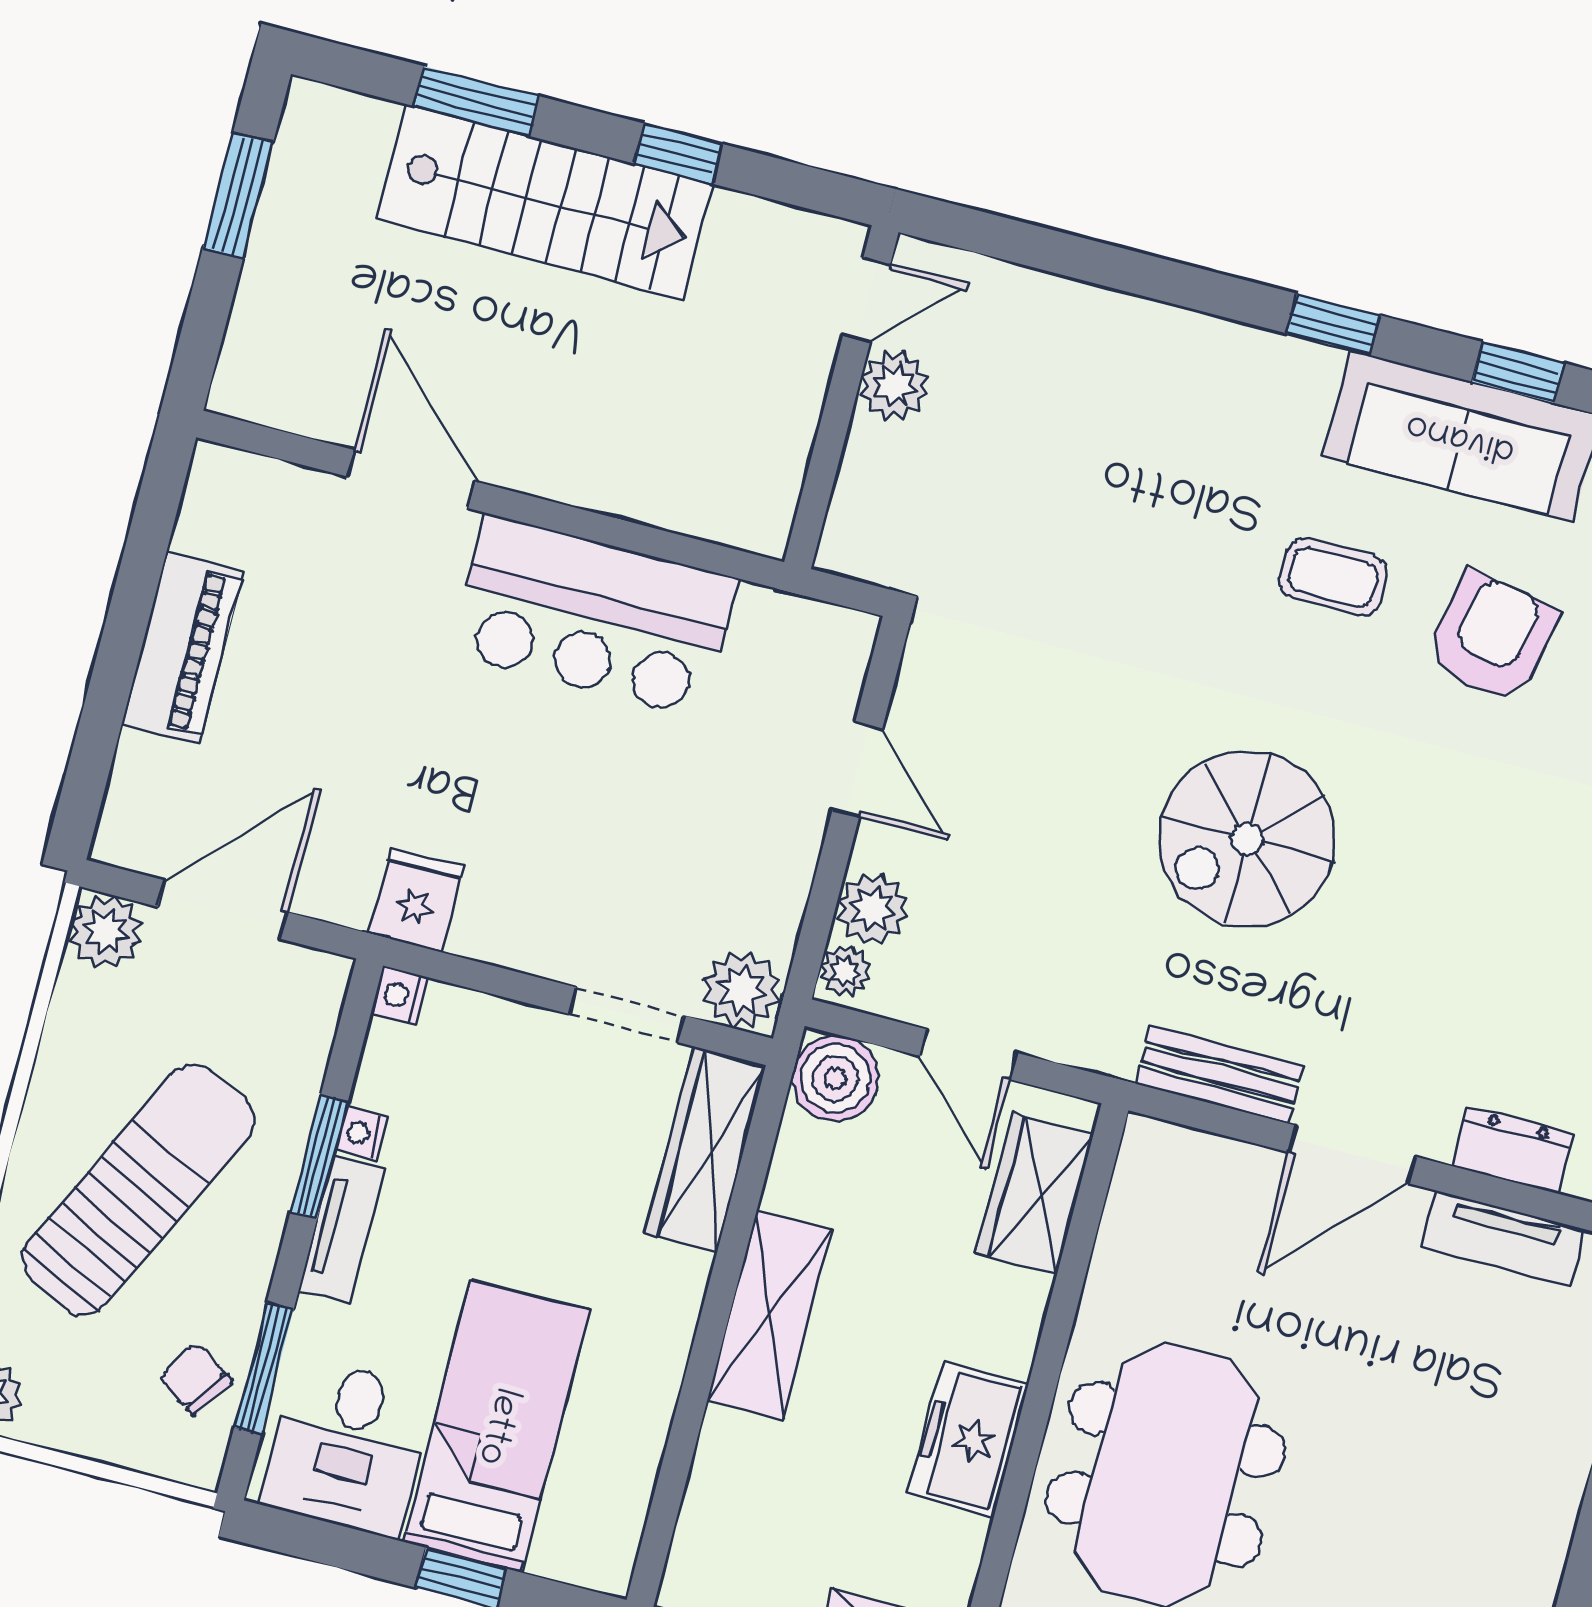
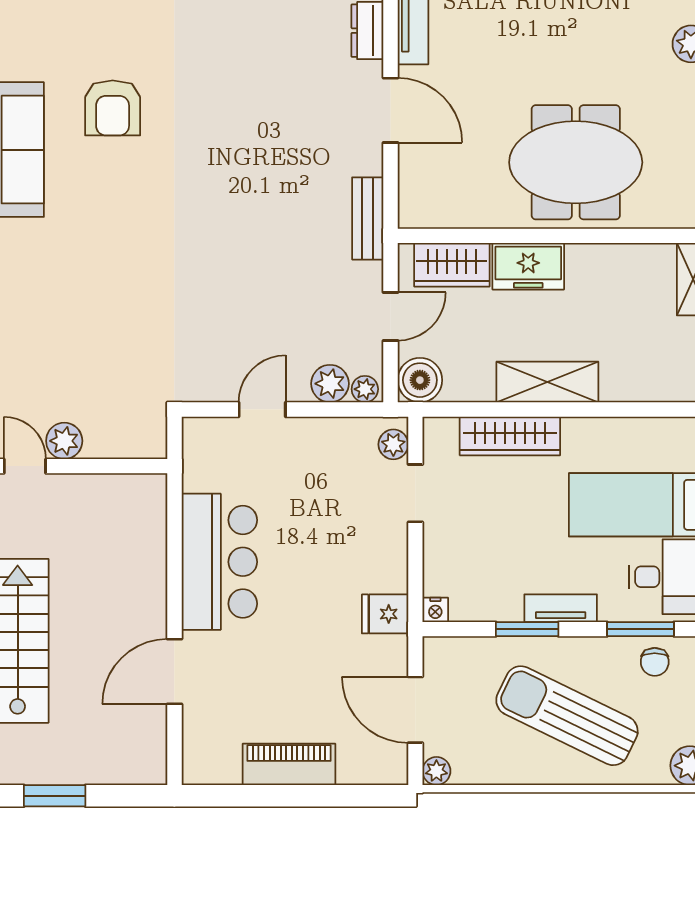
coffee table: (1333, 577) -> (103, 196), removed
armchair: (1492, 637) -> (113, 108), turned -101
spiral stairs: (1247, 839) -> (246, 205), removed
plant: (106, 932) -> (436, 771), width x0.73, depth x0.73
plant: (741, 990) -> (393, 444), width x0.73, depth x0.73
bench: (1220, 1074) -> (368, 218), moved
nightstand: (362, 1133) -> (510, 611), removed
wardrobe: (706, 1149) -> (510, 436), moved
chair: (196, 1379) -> (655, 662), turned -34
freezer: (968, 1439) -> (528, 266), moved

